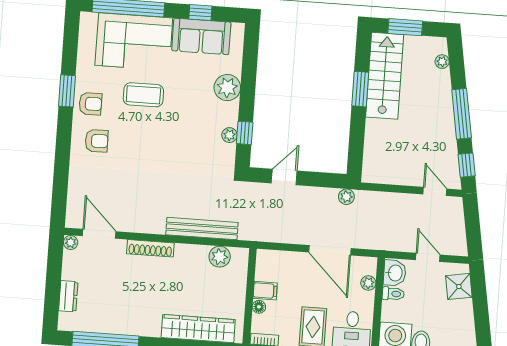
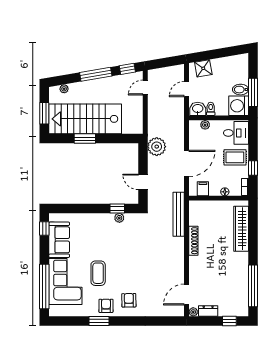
window: (200, 12) -> (44, 229), moved
stairs: (385, 76) -> (85, 119), width x1.36, depth x1.51
plant: (227, 88) -> (90, 221), removed
plant: (346, 197) -> (157, 147), width x1.87, depth x1.87
bench: (202, 229) -> (179, 214), moved
shoe rack: (150, 248) -> (193, 241), moved
door: (330, 250) -> (187, 163), moved
plant: (220, 257) -> (195, 219), removed
filing cabinet: (265, 291) -> (203, 189), moved
dresser: (68, 296) -> (208, 311), moved
window: (52, 299) -> (229, 321), added

